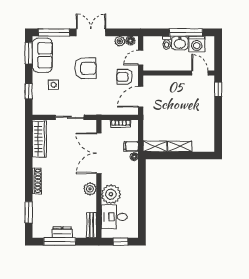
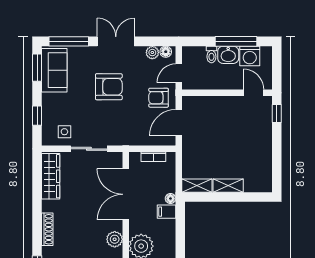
side table: (54, 85) -> (64, 132), moved
filing cabinet: (131, 146) -> (167, 212), moved

